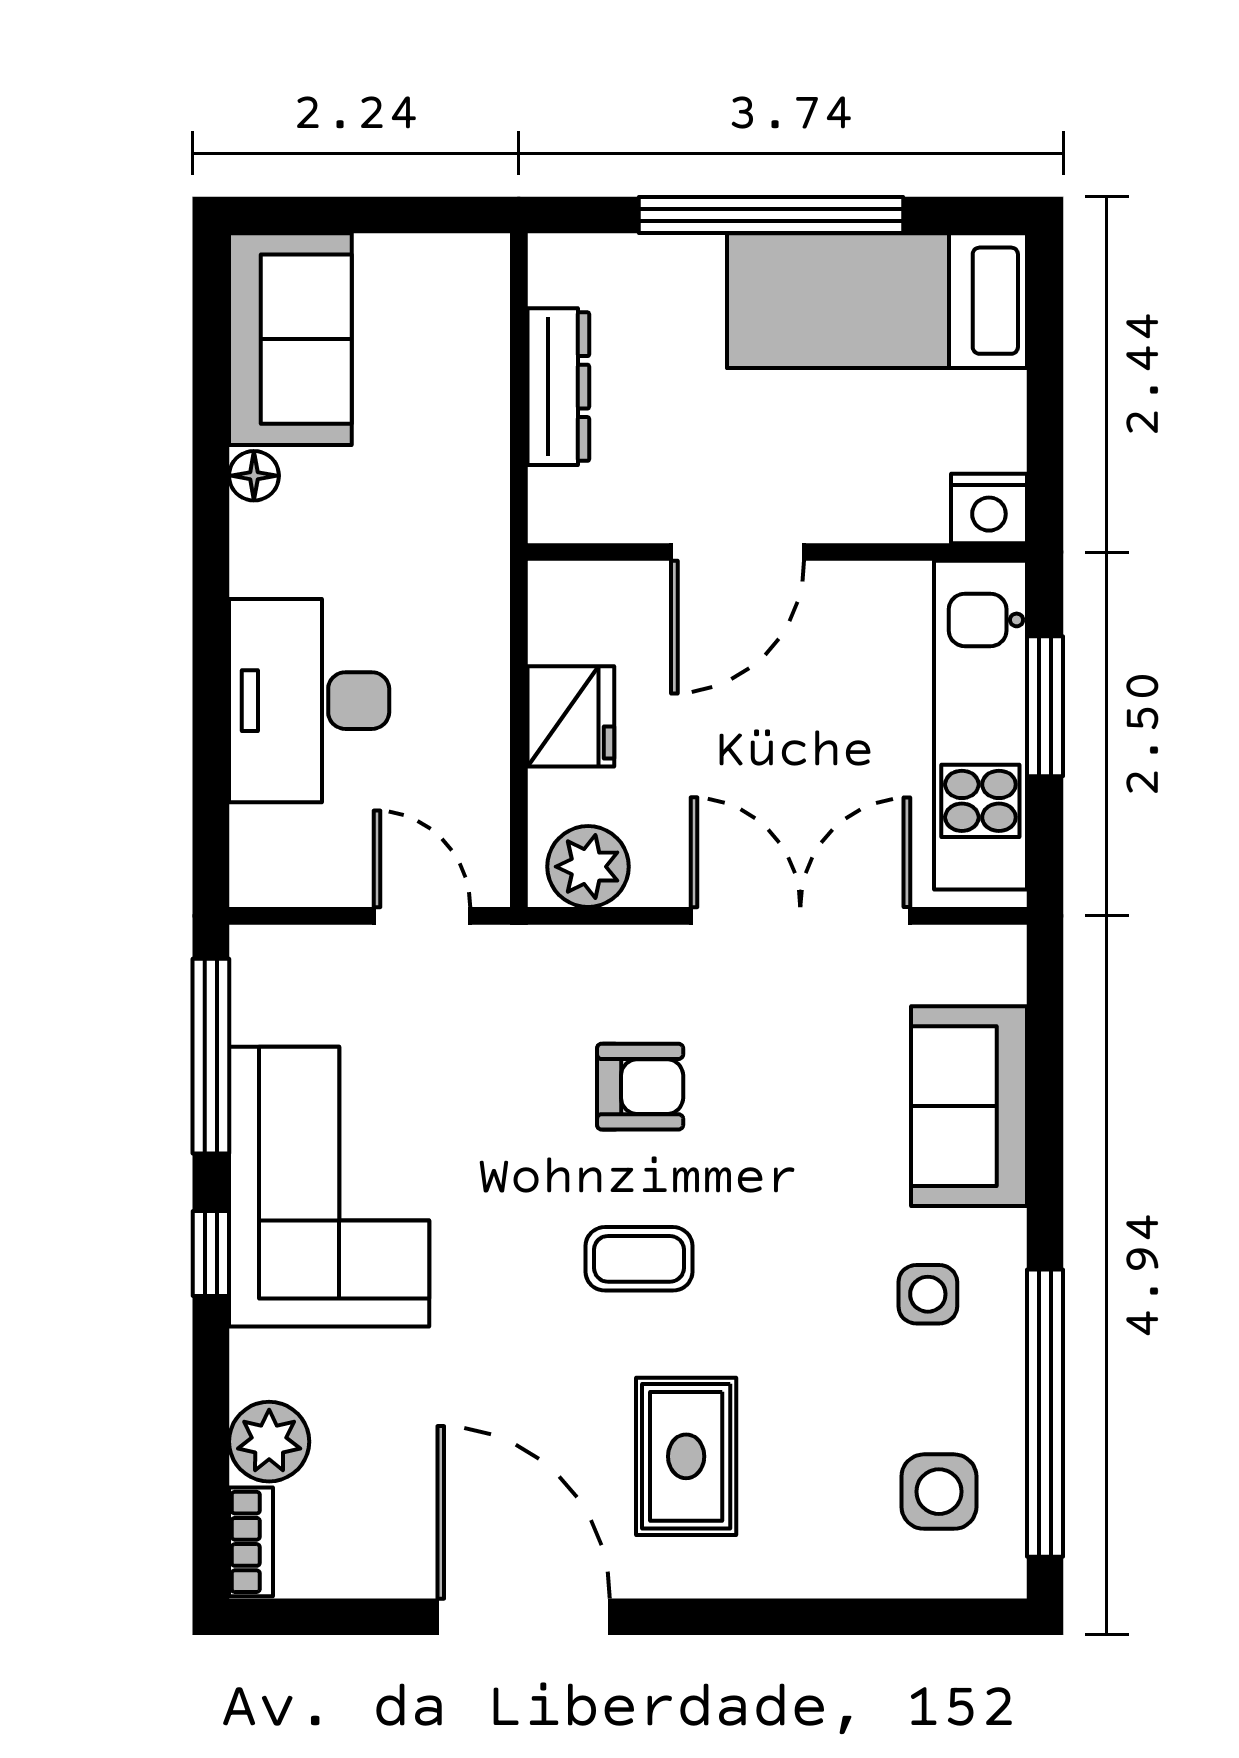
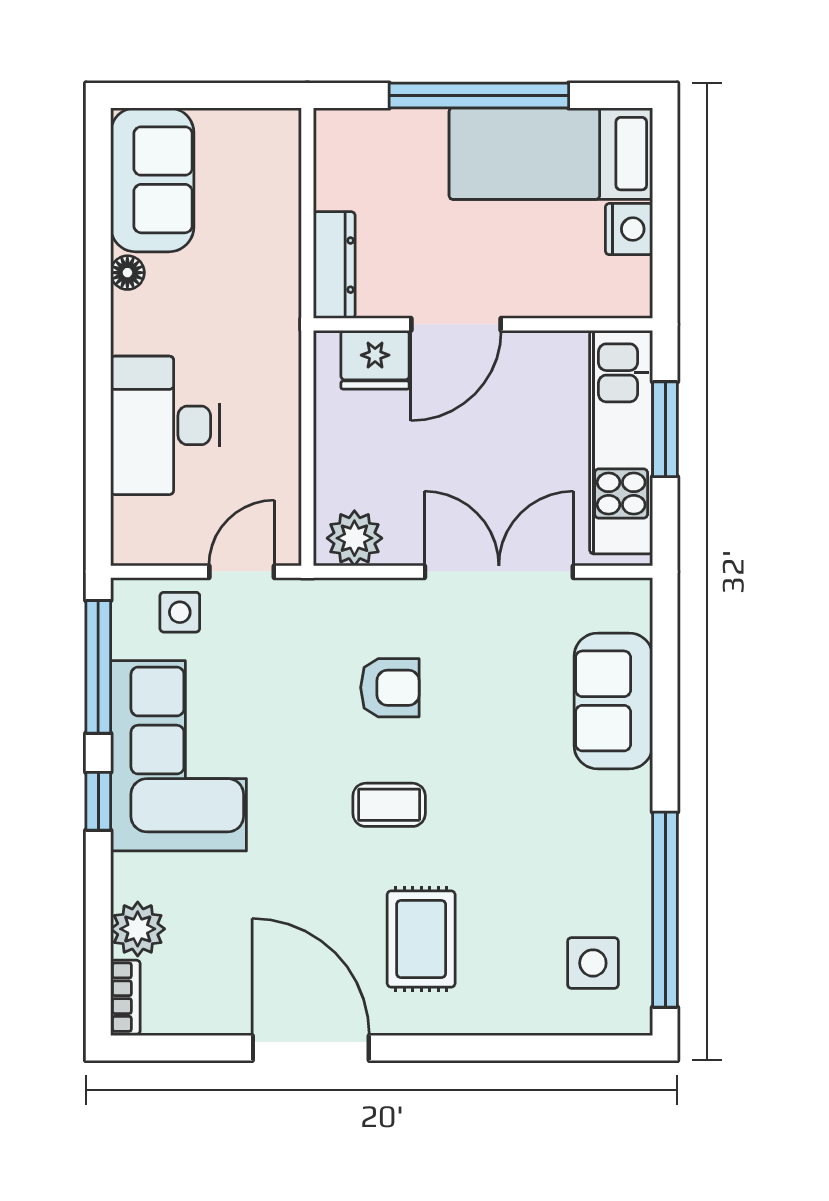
dresser: (558, 387) -> (334, 265), moved
nightstand: (989, 508) -> (629, 229), moved, turned -90
fridge: (571, 716) -> (375, 360), moved, turned 90
door: (422, 916) -> (242, 572), hinge flipped
side table: (928, 1294) -> (180, 612), moved

